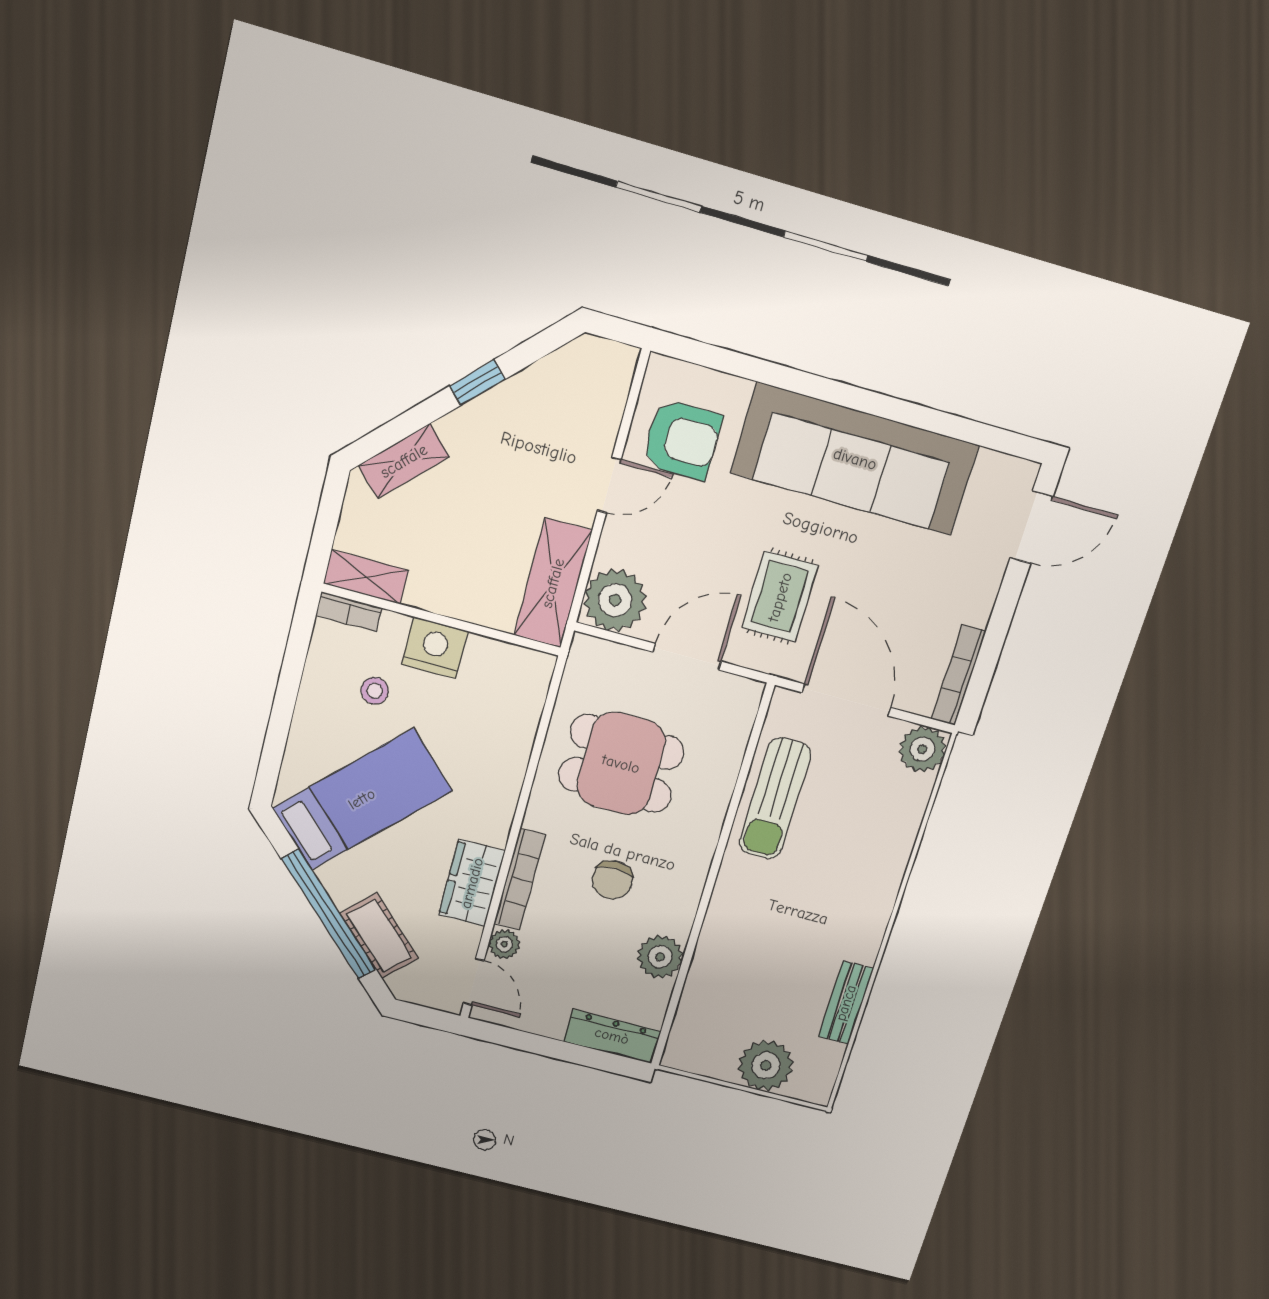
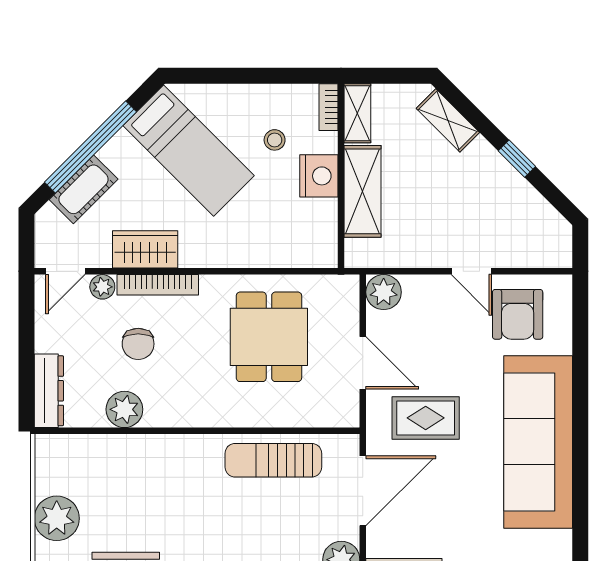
shelving: (553, 583) -> (362, 191), moved, turned 90
plant: (615, 600) -> (384, 292), width x0.73, depth x0.73
chair: (612, 880) -> (138, 344), moved, turned -90

